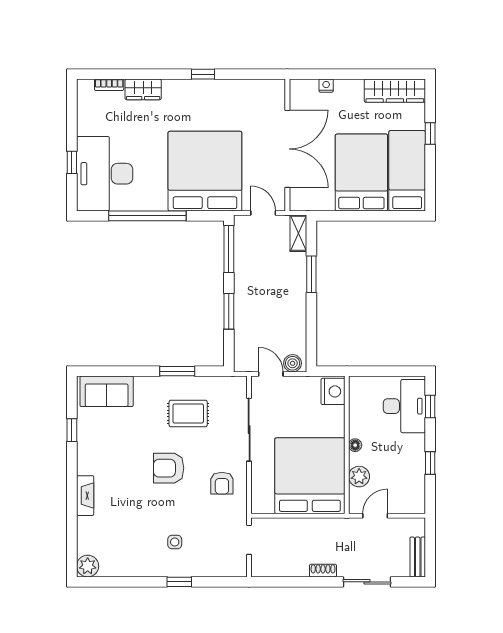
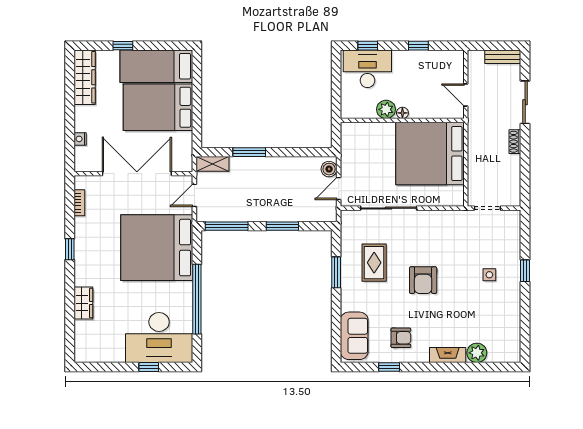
bookcase: (109, 85) -> (79, 203), moved
nightstand: (333, 391) -> (354, 133), removed
plant: (359, 477) -> (386, 109), moved
armchair: (222, 483) -> (401, 338), moved
plant: (88, 566) -> (477, 353), moved

